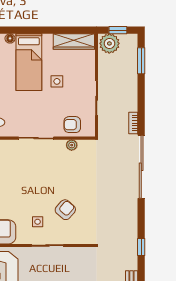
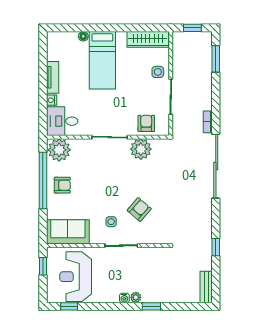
plant: (109, 43) -> (184, 41), removed
side table: (57, 81) -> (158, 72), moved
armchair: (72, 125) -> (146, 123), turned 90
plant: (72, 145) -> (141, 149), width x1.87, depth x1.87

